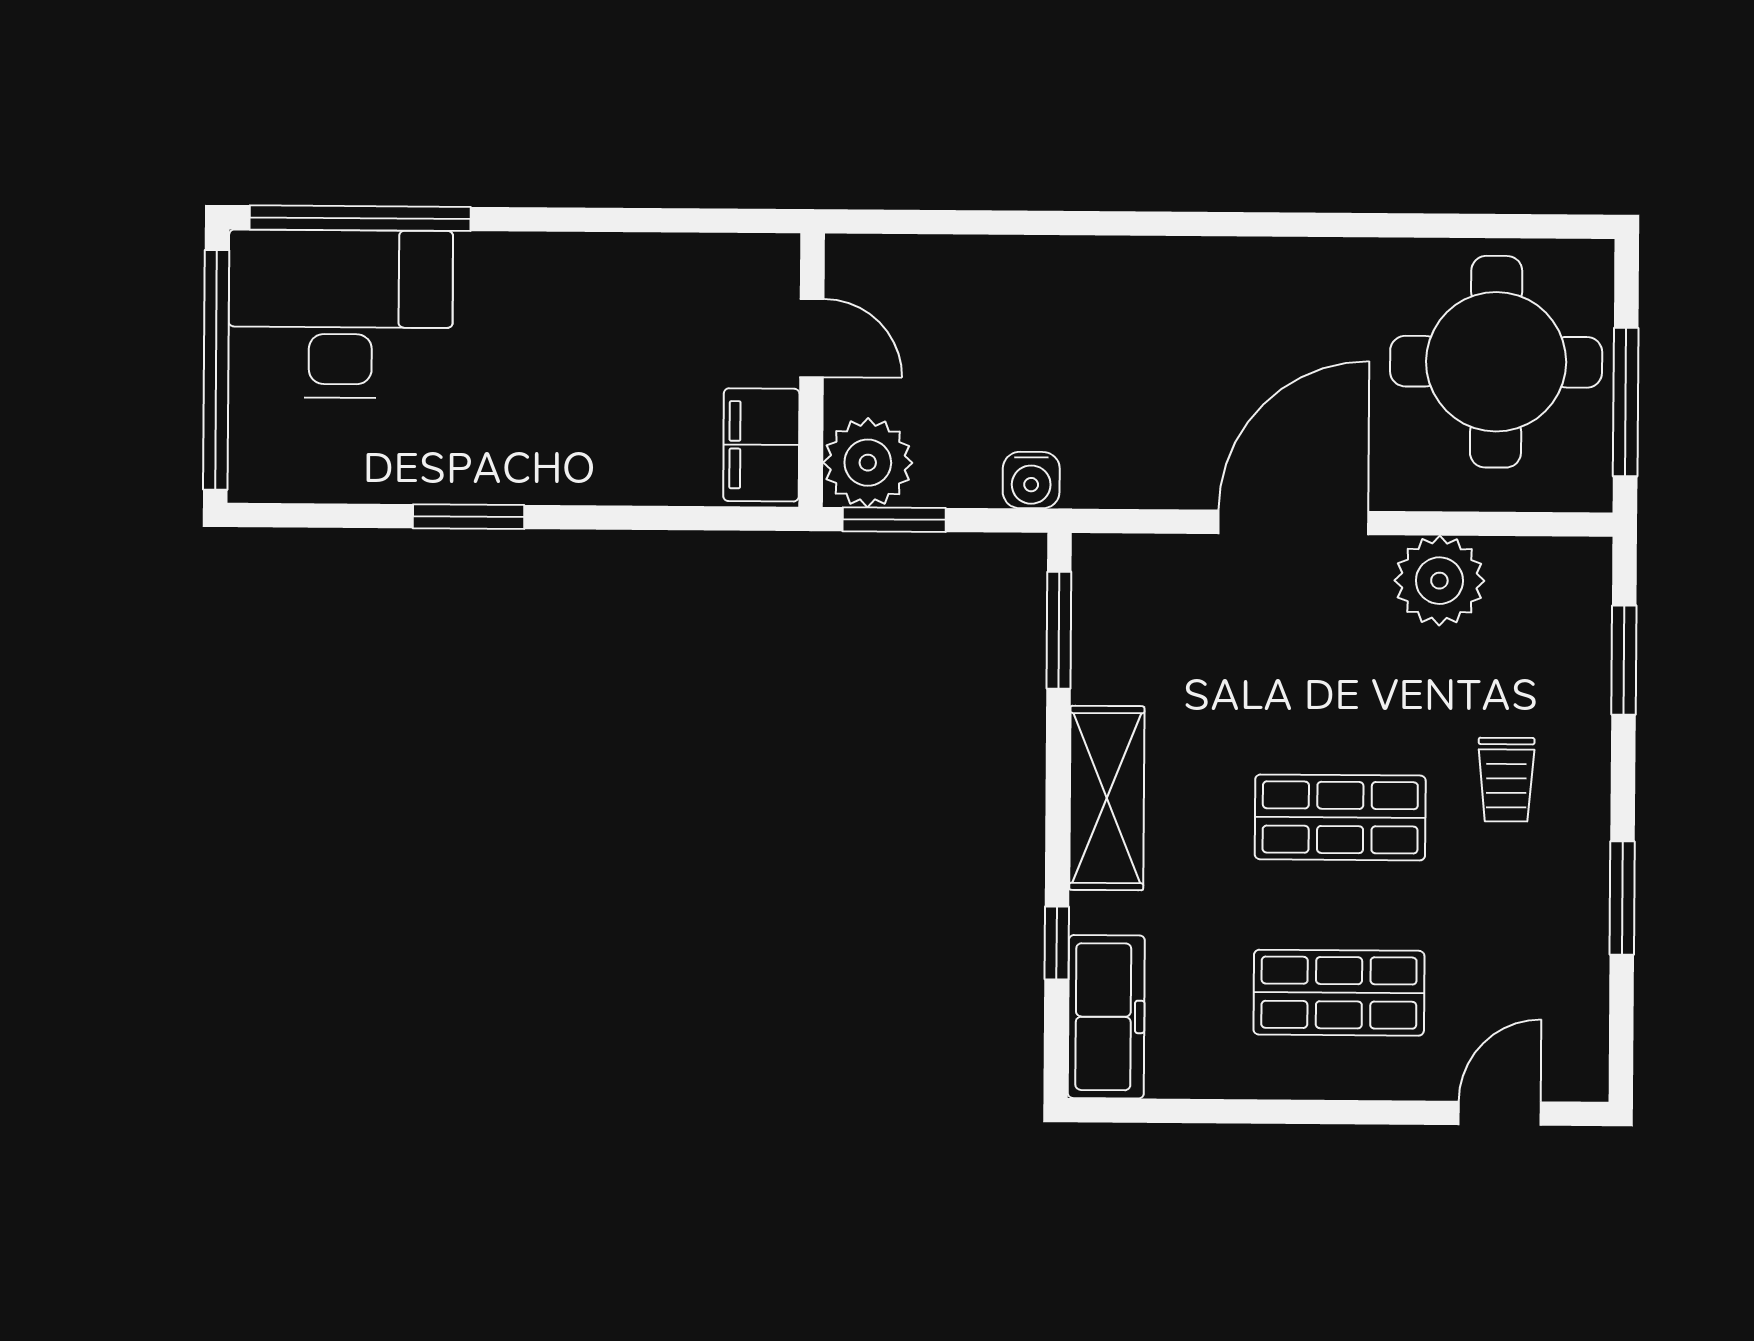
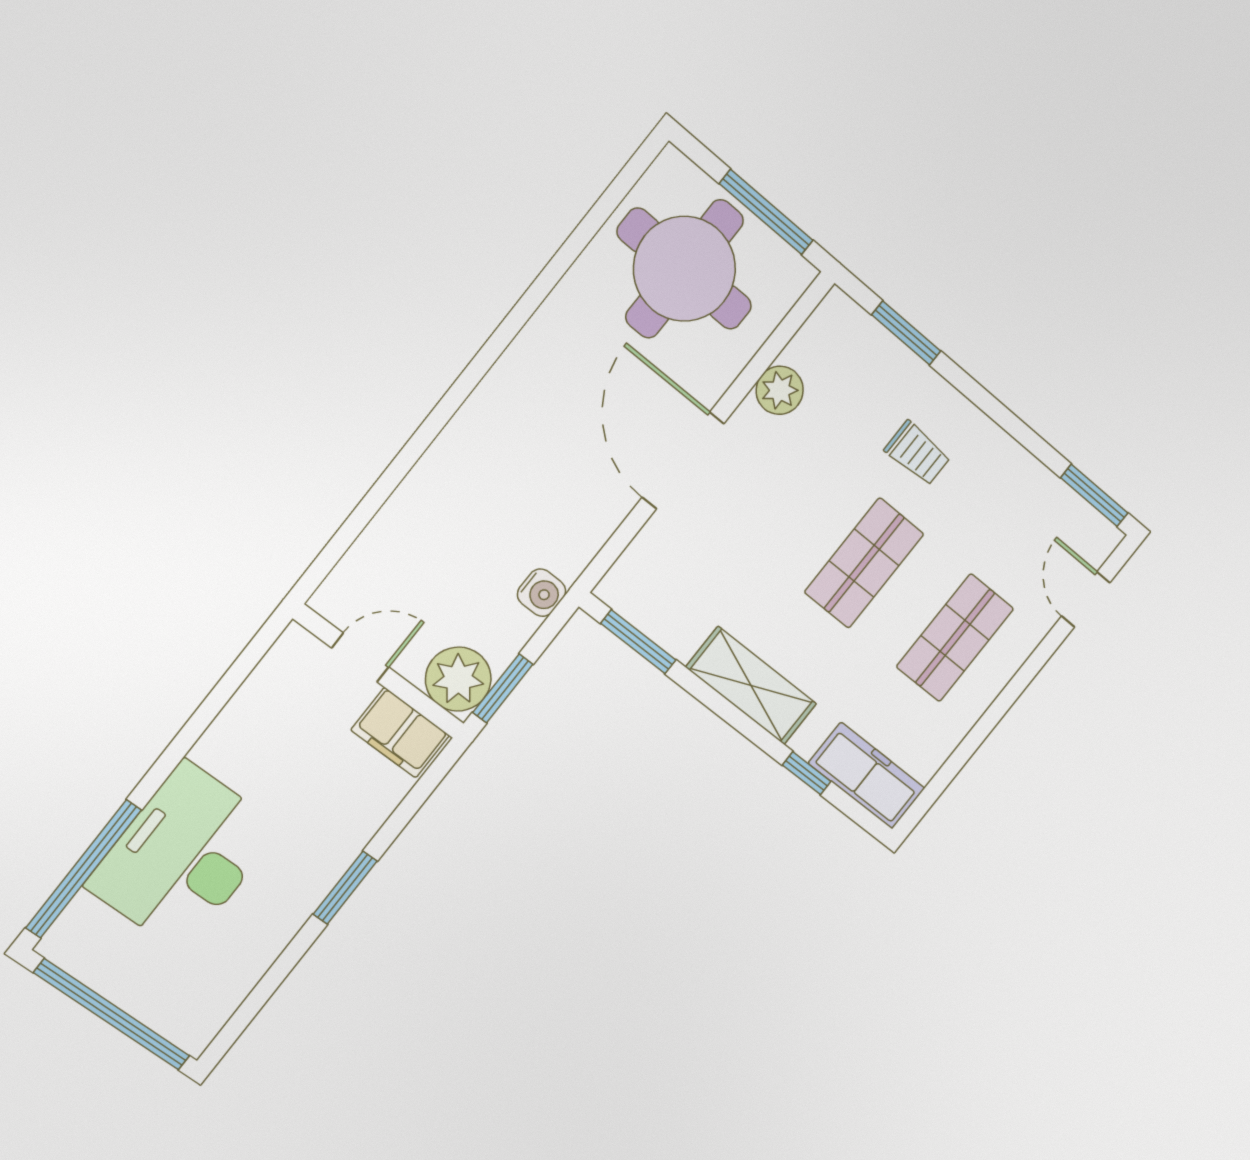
desk: (341, 314) -> (183, 857), moved
window: (469, 517) -> (345, 888), moved
plant: (1439, 581) -> (780, 390), width x0.73, depth x0.73
window: (1622, 898) -> (1094, 495), moved

